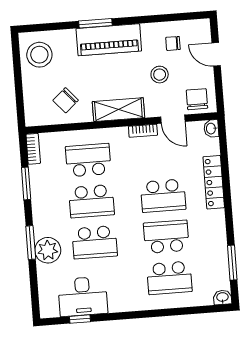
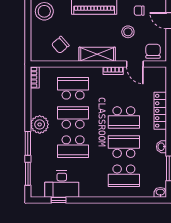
washbasin: (211, 129) -> (162, 147), moved
window: (26, 183) -> (28, 174), moved
school desk: (91, 201) -> (73, 117), turned 180
plant: (48, 250) -> (40, 124), moved

